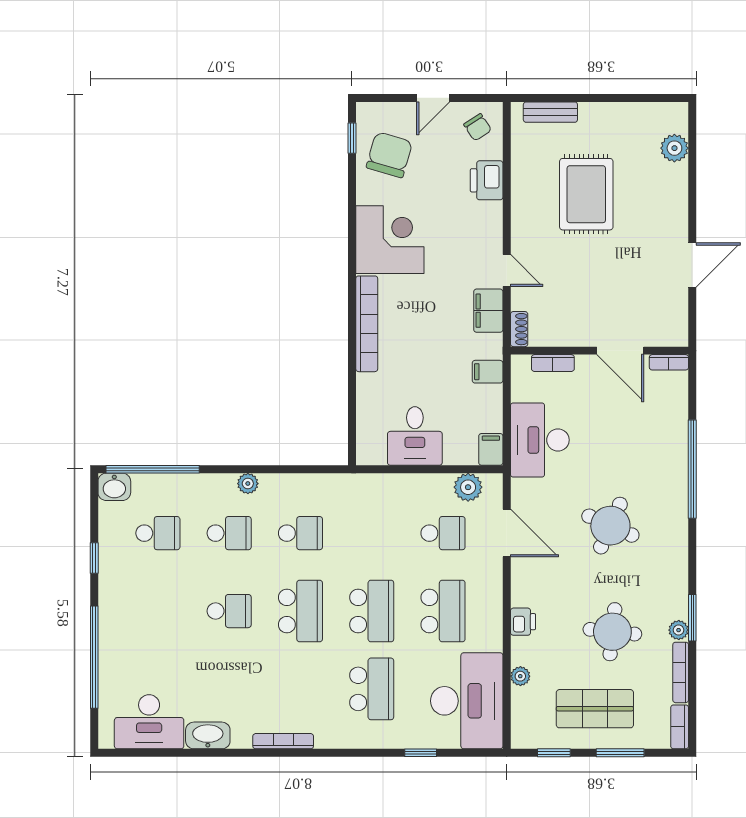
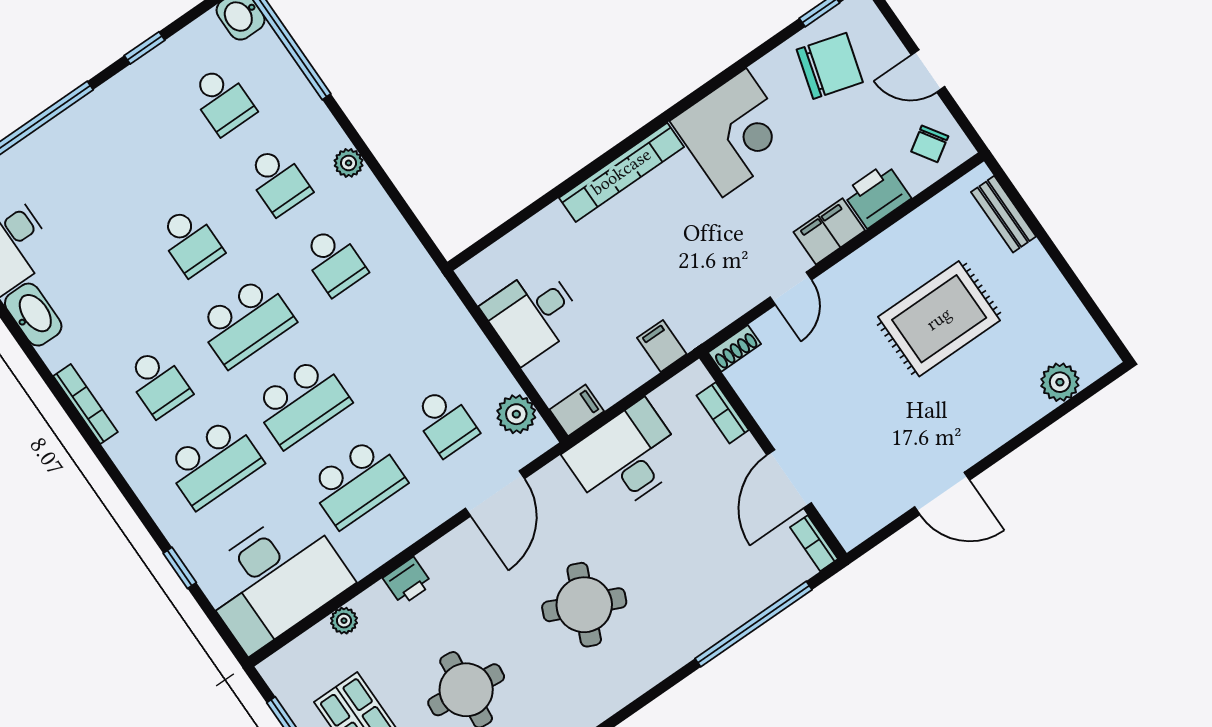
filing cabinet: (488, 311) -> (829, 231), moved
window: (692, 469) -> (753, 624), moved
school desk: (300, 689) -> (158, 383), added

